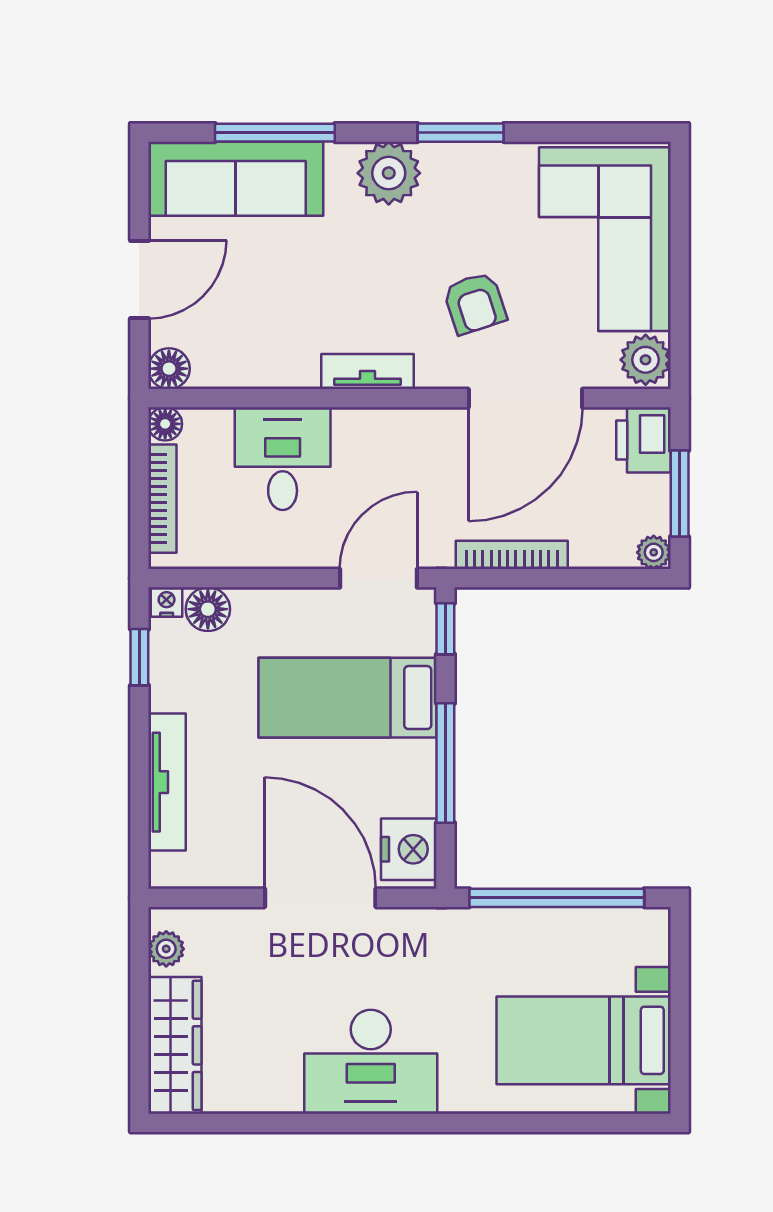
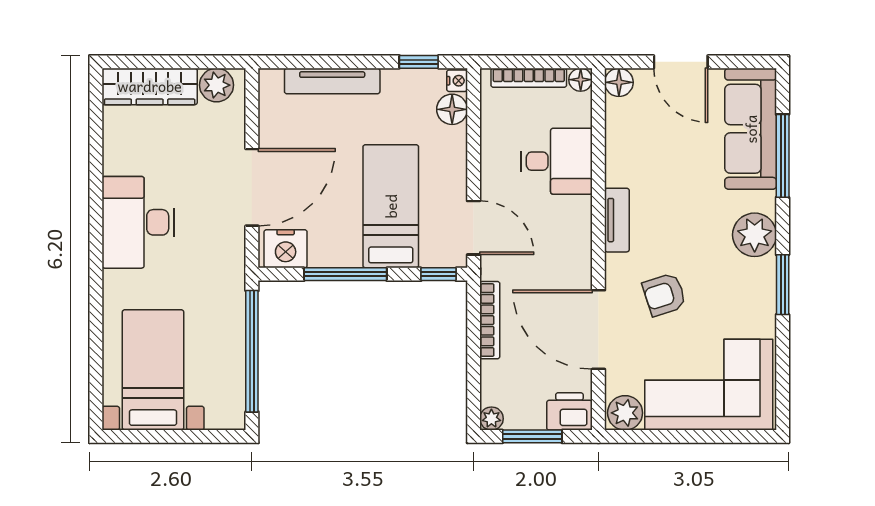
plant: (166, 949) -> (216, 85), width x1.38, depth x1.38

